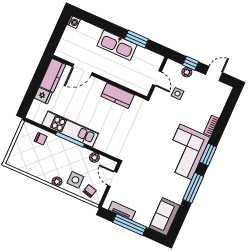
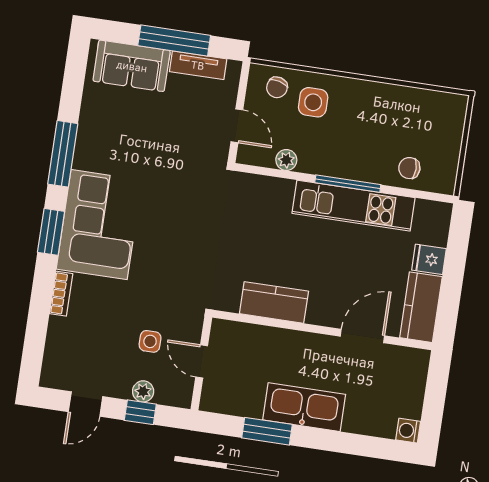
plant: (57, 182) -> (351, 88), removed
sofa: (165, 217) -> (132, 66), moved, turned 90

